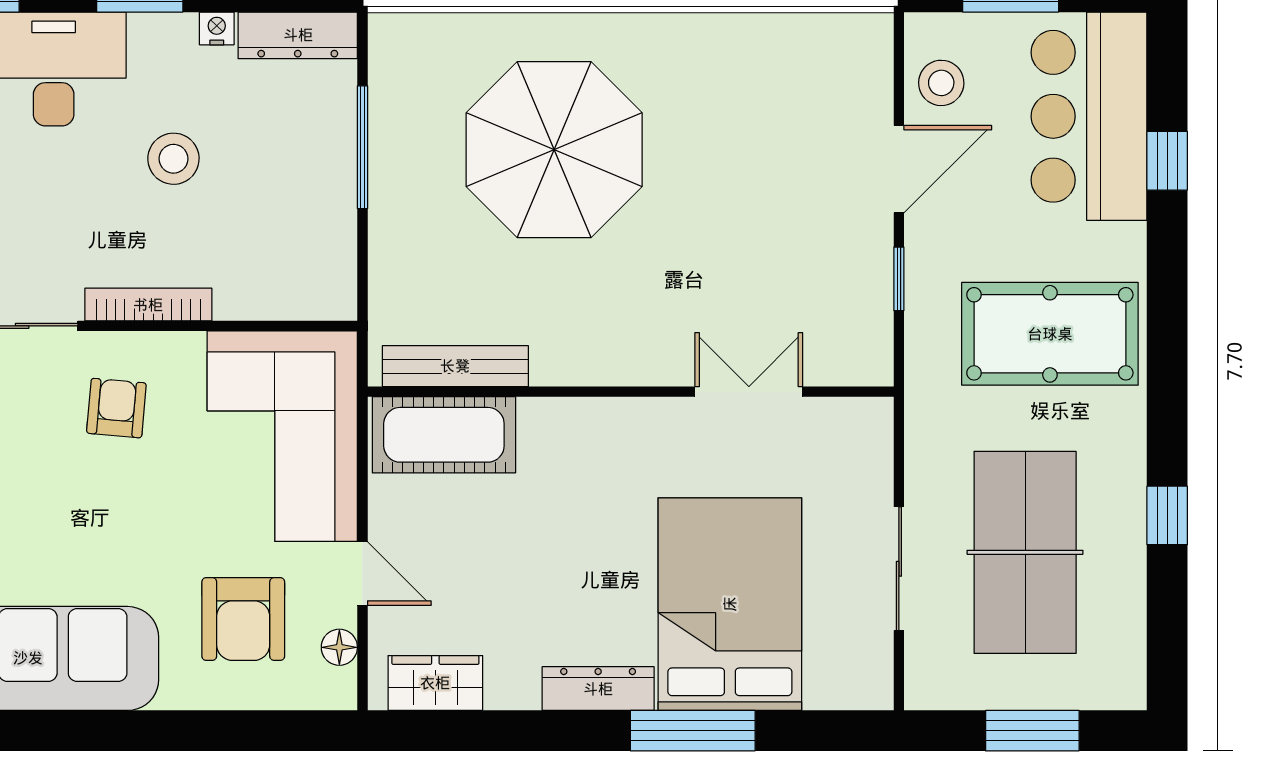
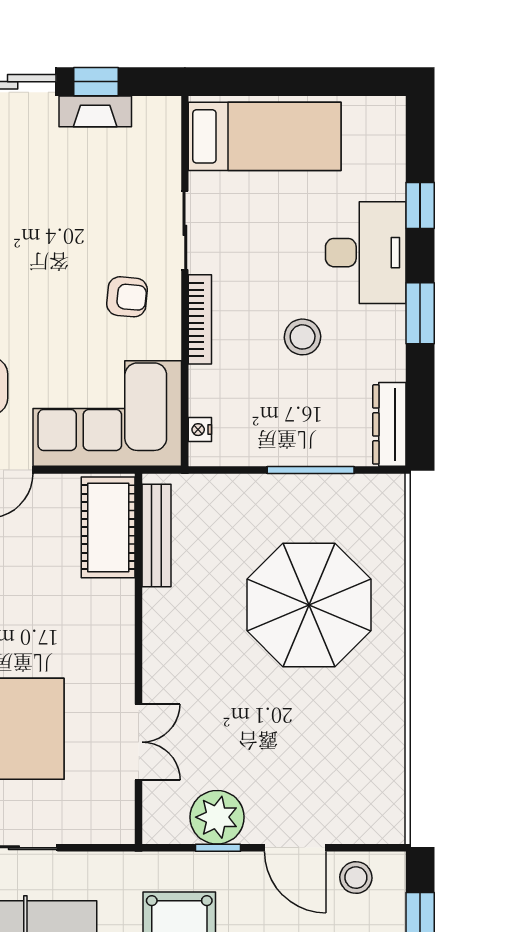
nightstand: (217, 28) -> (200, 430), moved, turned 180
plant: (856, 280) -> (217, 817), added

